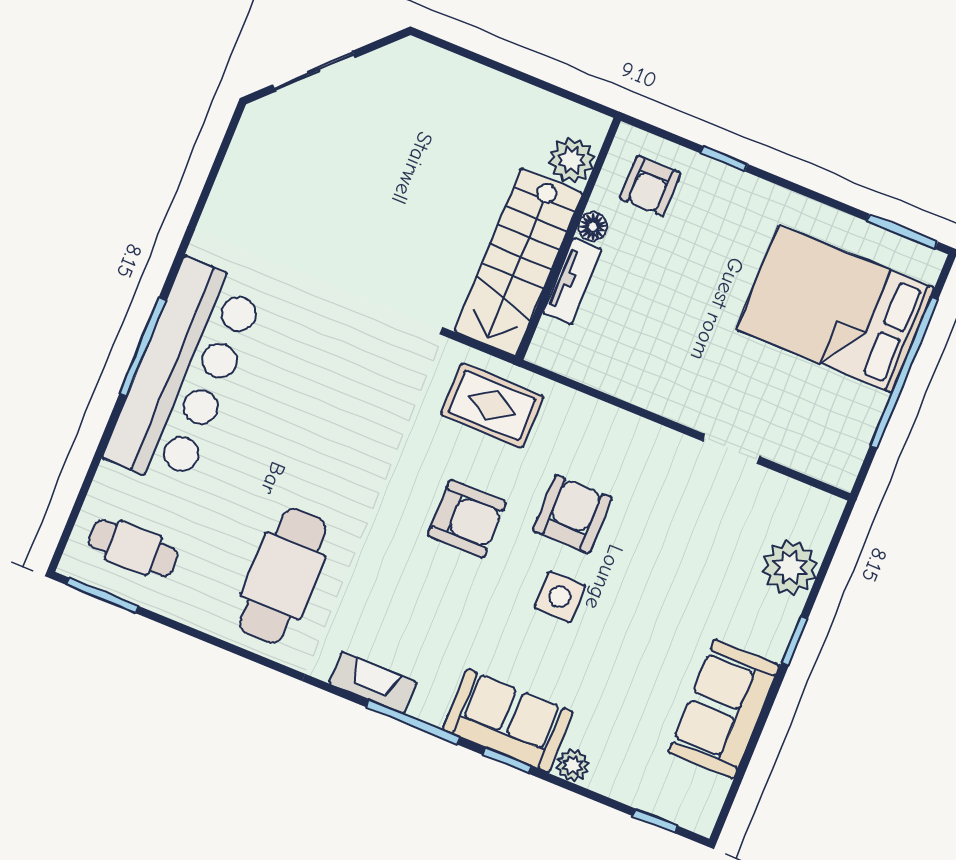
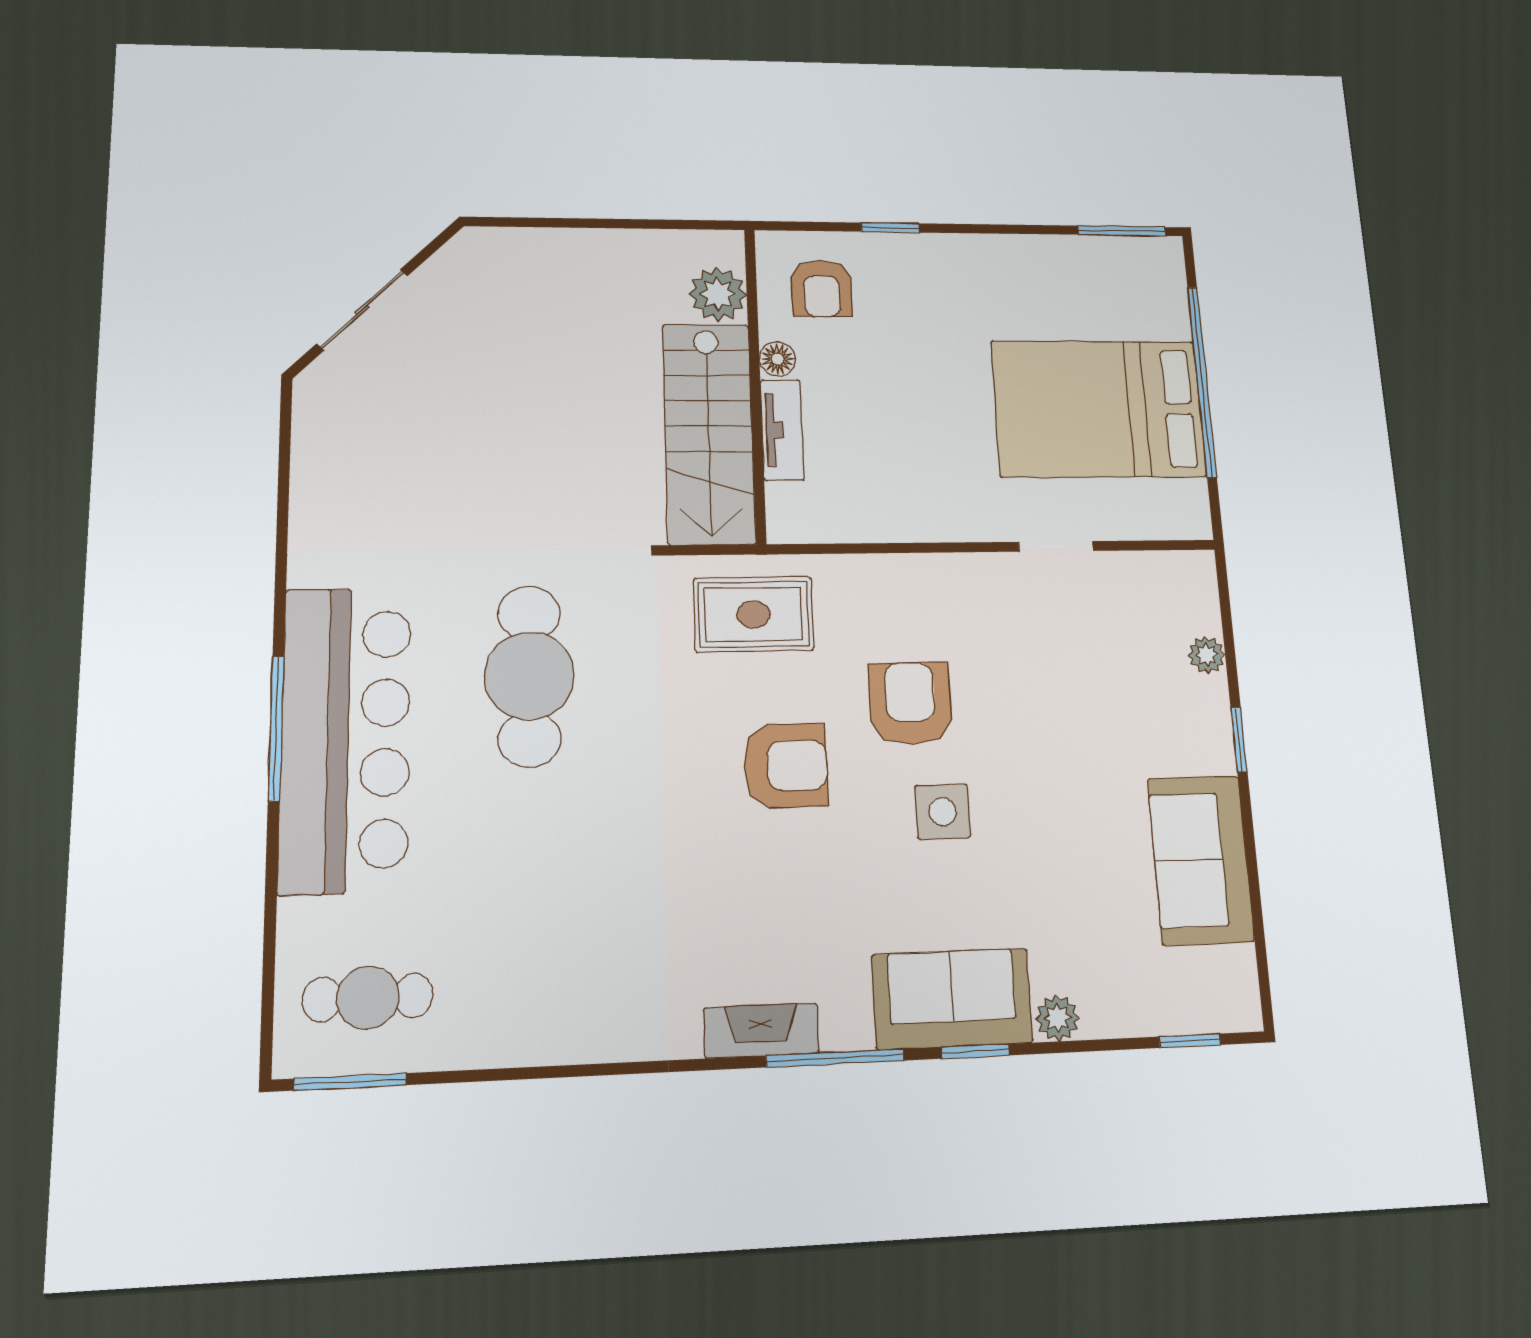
bed: (835, 309) -> (1098, 409), moved
plant: (790, 568) -> (1207, 655), width x0.53, depth x0.53
cafe table: (283, 576) -> (529, 676), moved

